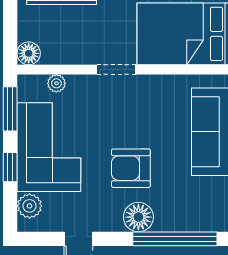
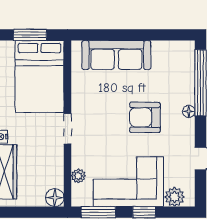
armchair: (131, 168) -> (145, 117), turned 90
floor lamp: (138, 217) -> (189, 111), width x0.53, depth x0.53

